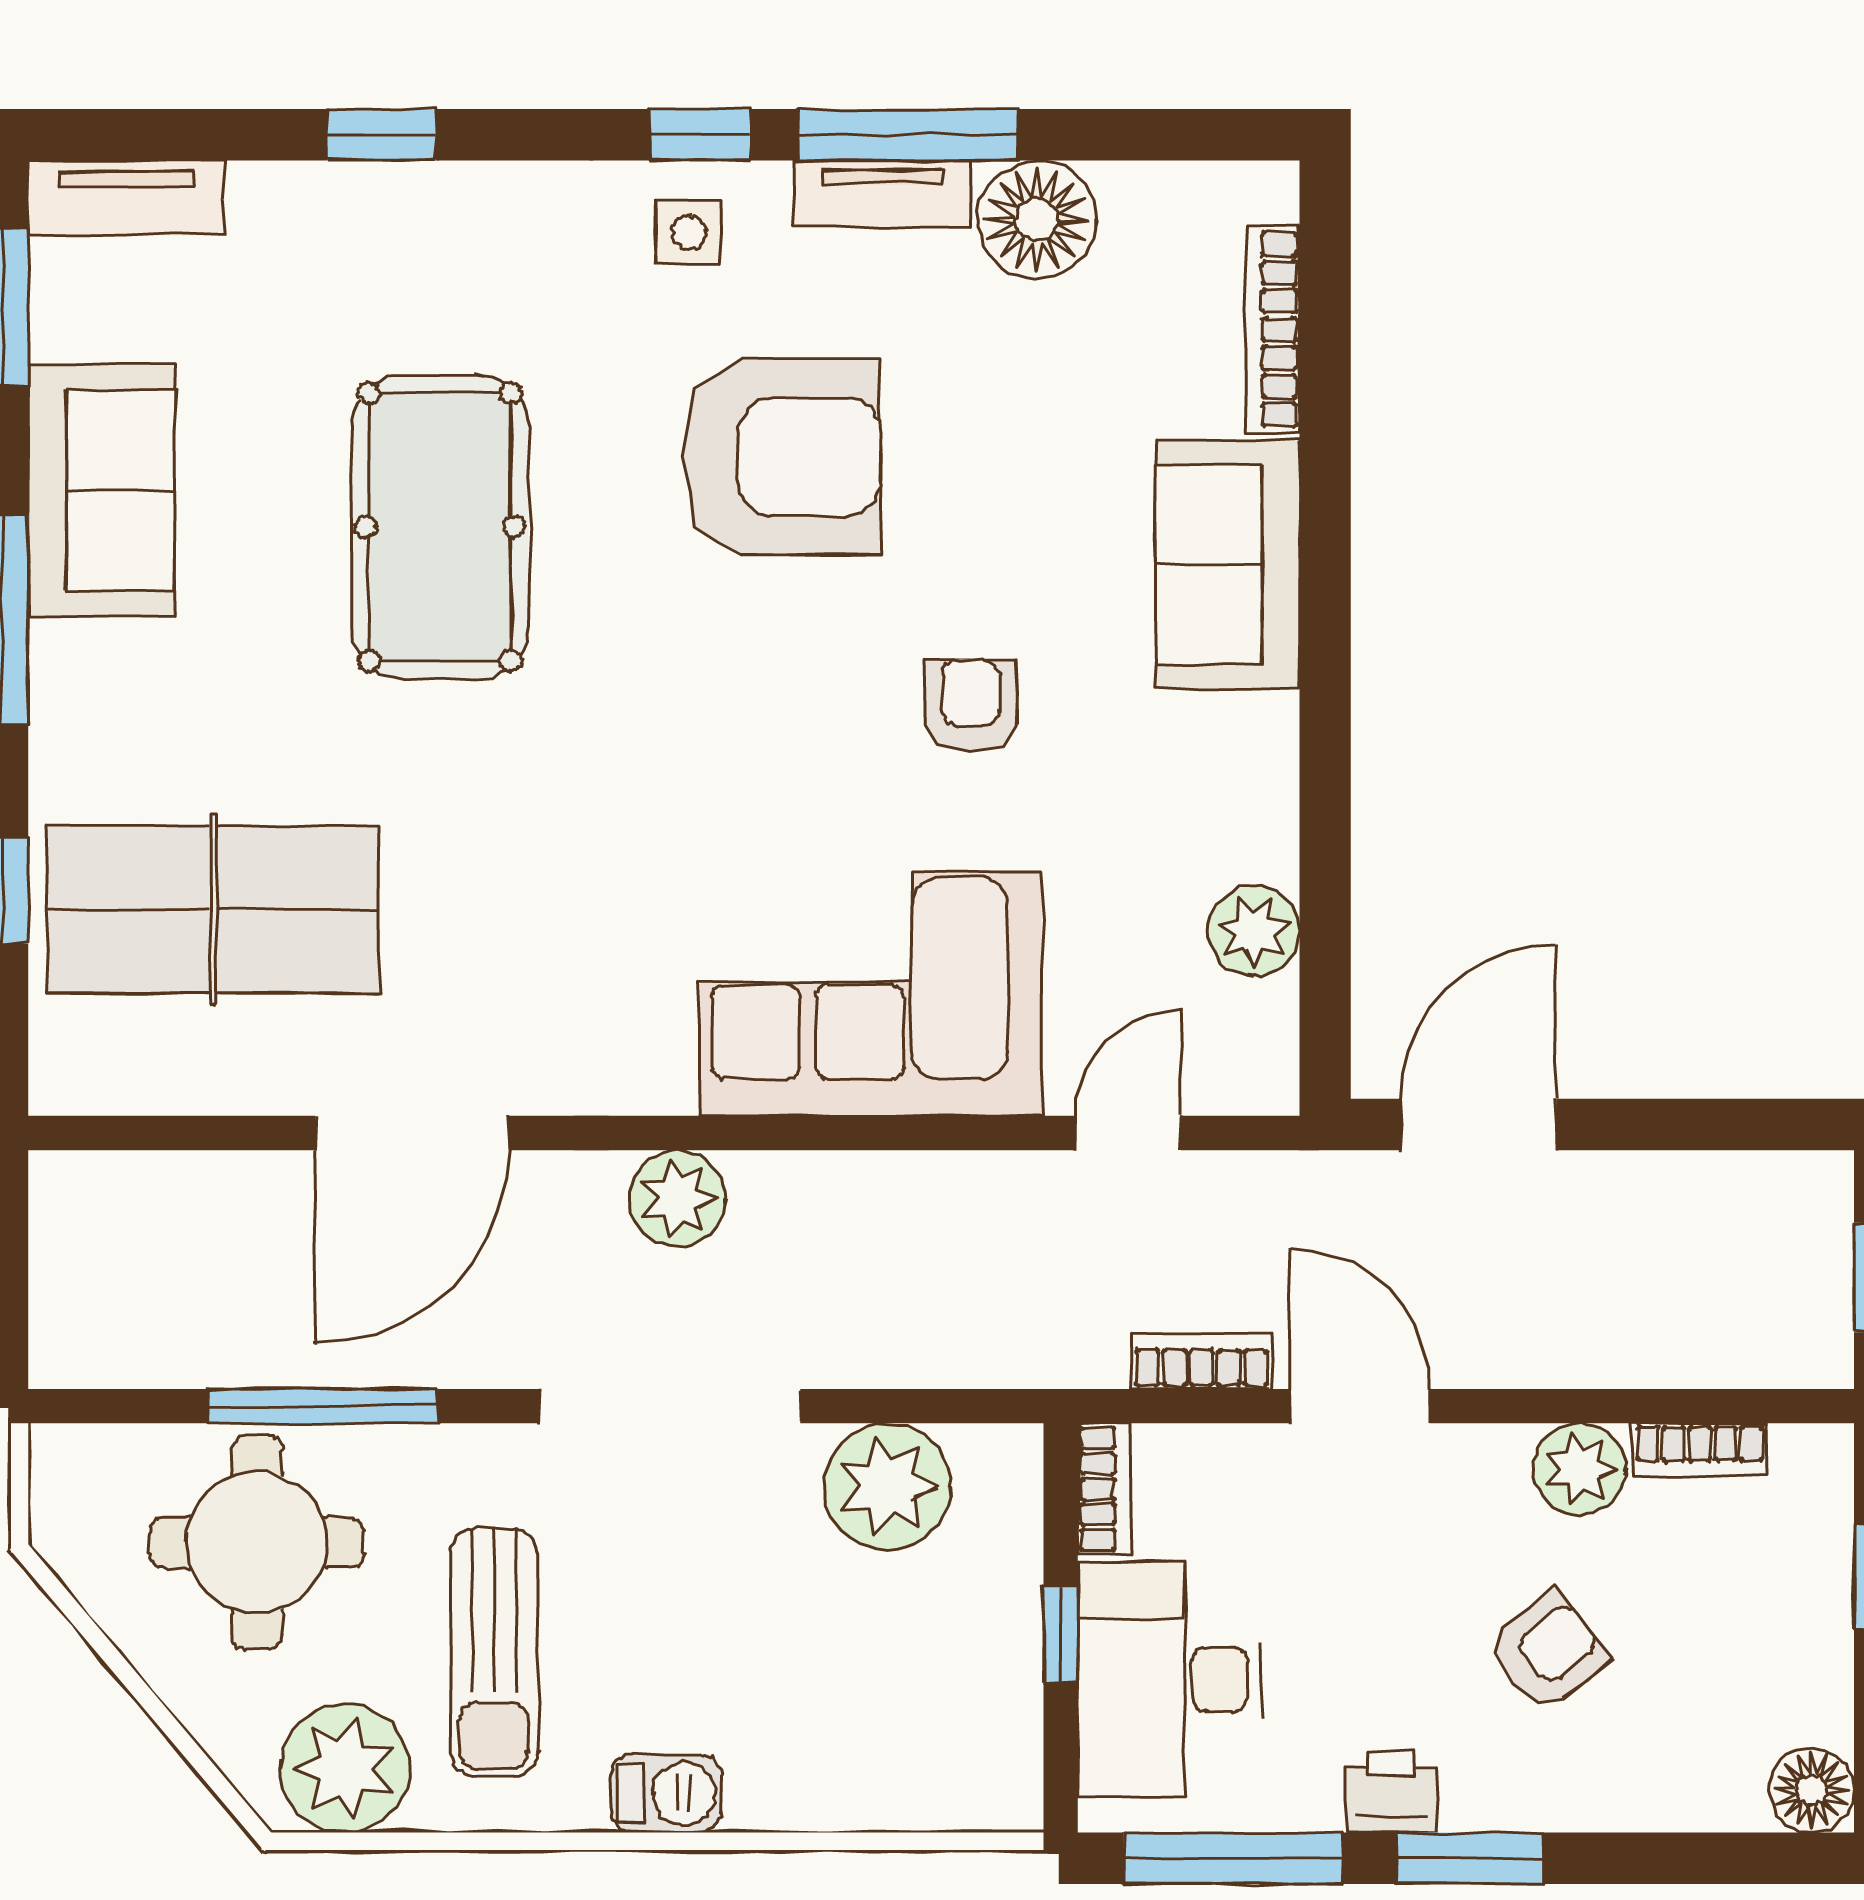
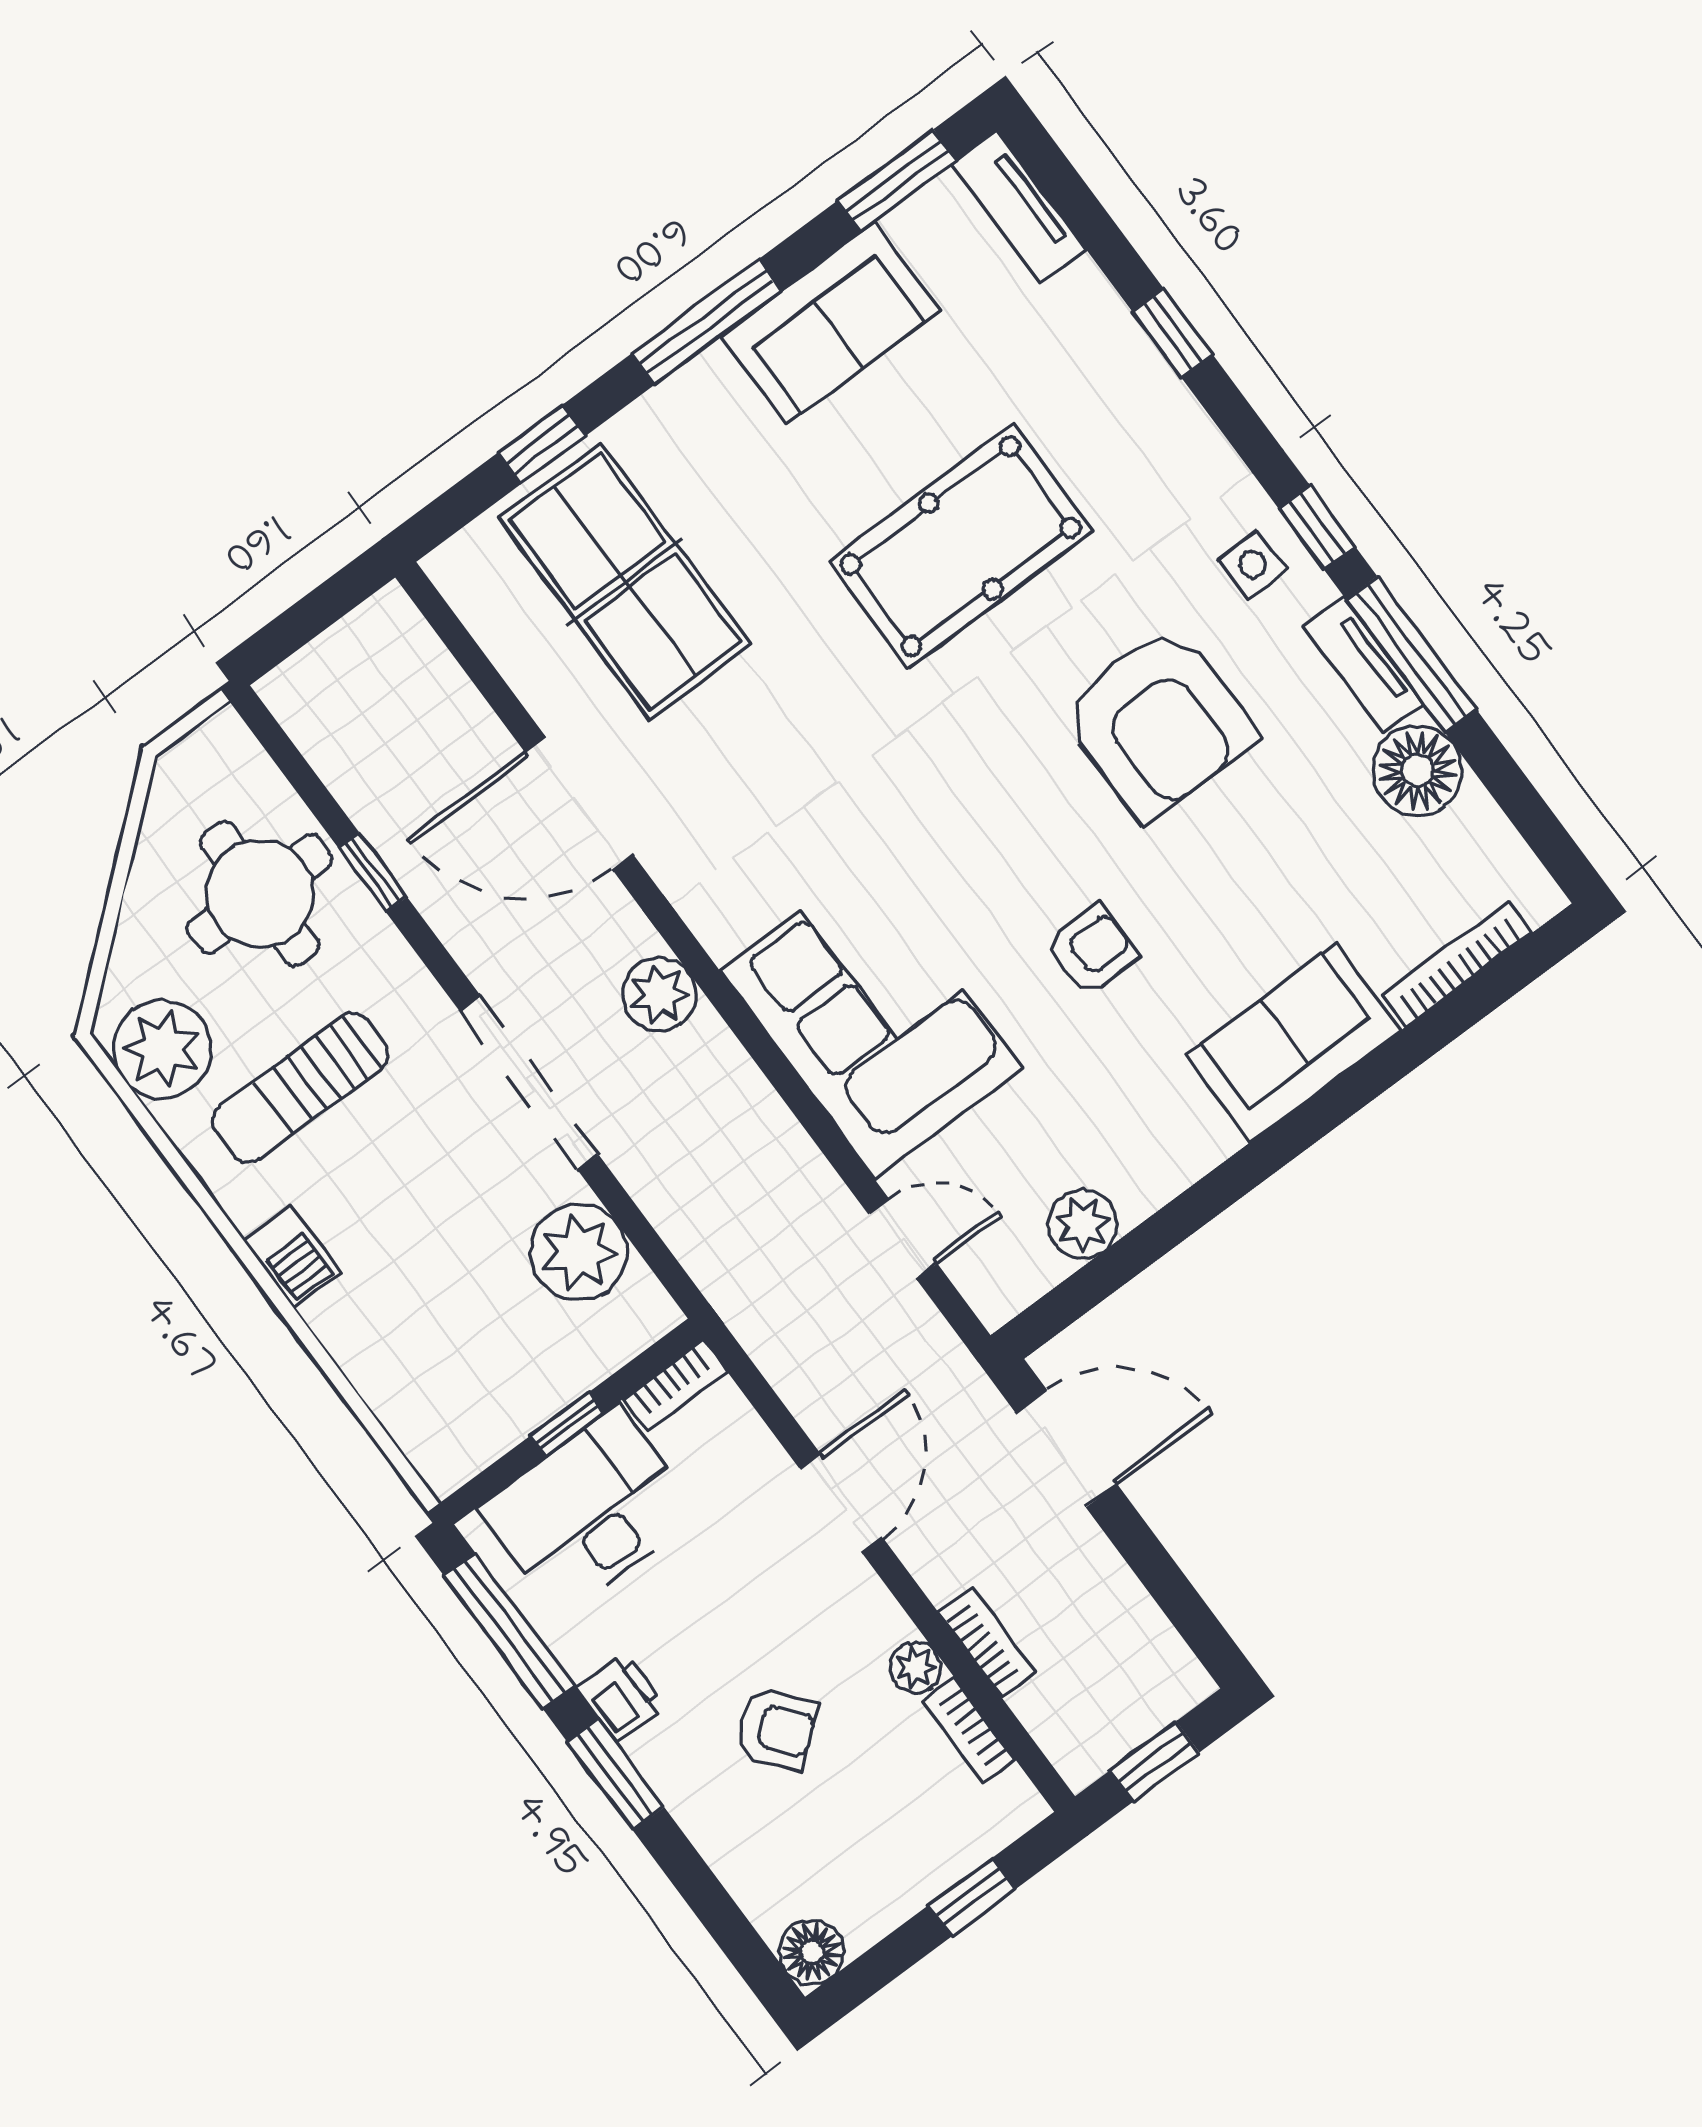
bookcase: (1202, 1361) -> (987, 1642), moved
window: (323, 1406) -> (373, 872), width x0.46
plant: (1580, 1469) -> (916, 1668), width x0.73, depth x0.73

